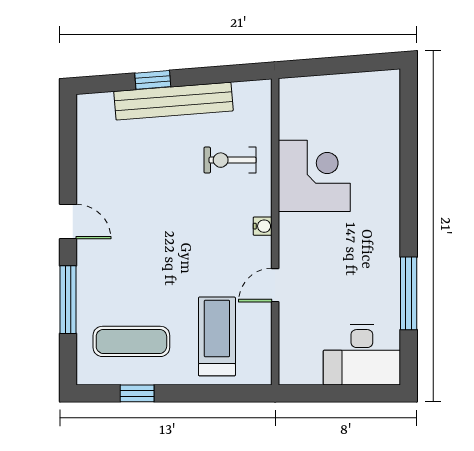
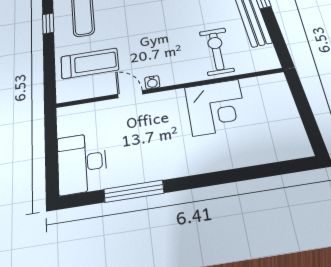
exercise bike: (230, 160) -> (217, 51), width x1.38, depth x1.39
water cooler: (263, 226) -> (152, 82), moved

